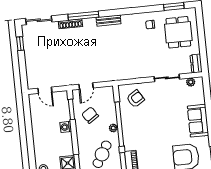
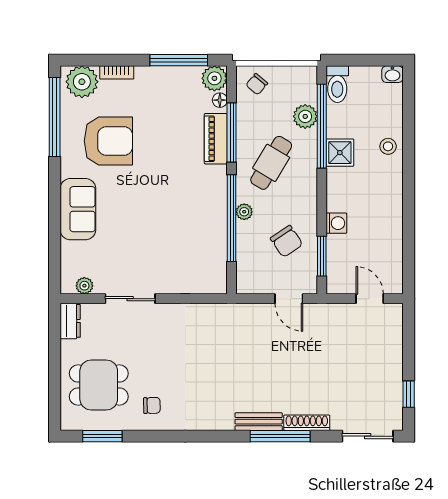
bench: (109, 21) -> (259, 422), moved
dining table: (178, 32) -> (99, 385), turned 90
door: (86, 86) -> (289, 299), swing flipped
armchair: (135, 99) -> (195, 264), removed

